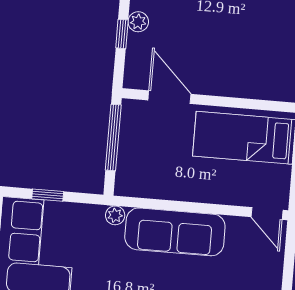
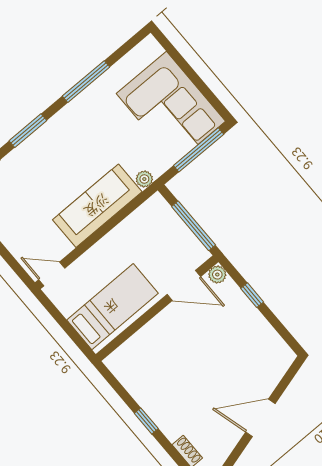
plant: (138, 22) -> (217, 275), moved
window: (48, 195) -> (199, 150), width x2.17

